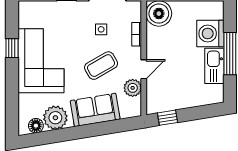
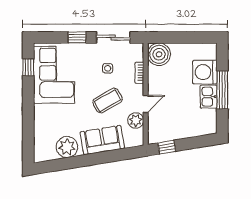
window: (12, 48) -> (28, 67), moved
corner sofa: (41, 61) -> (54, 75), moved
kitchen sink: (214, 66) -> (208, 97), width x0.73
floor lamp: (36, 126) -> (50, 154), removed

